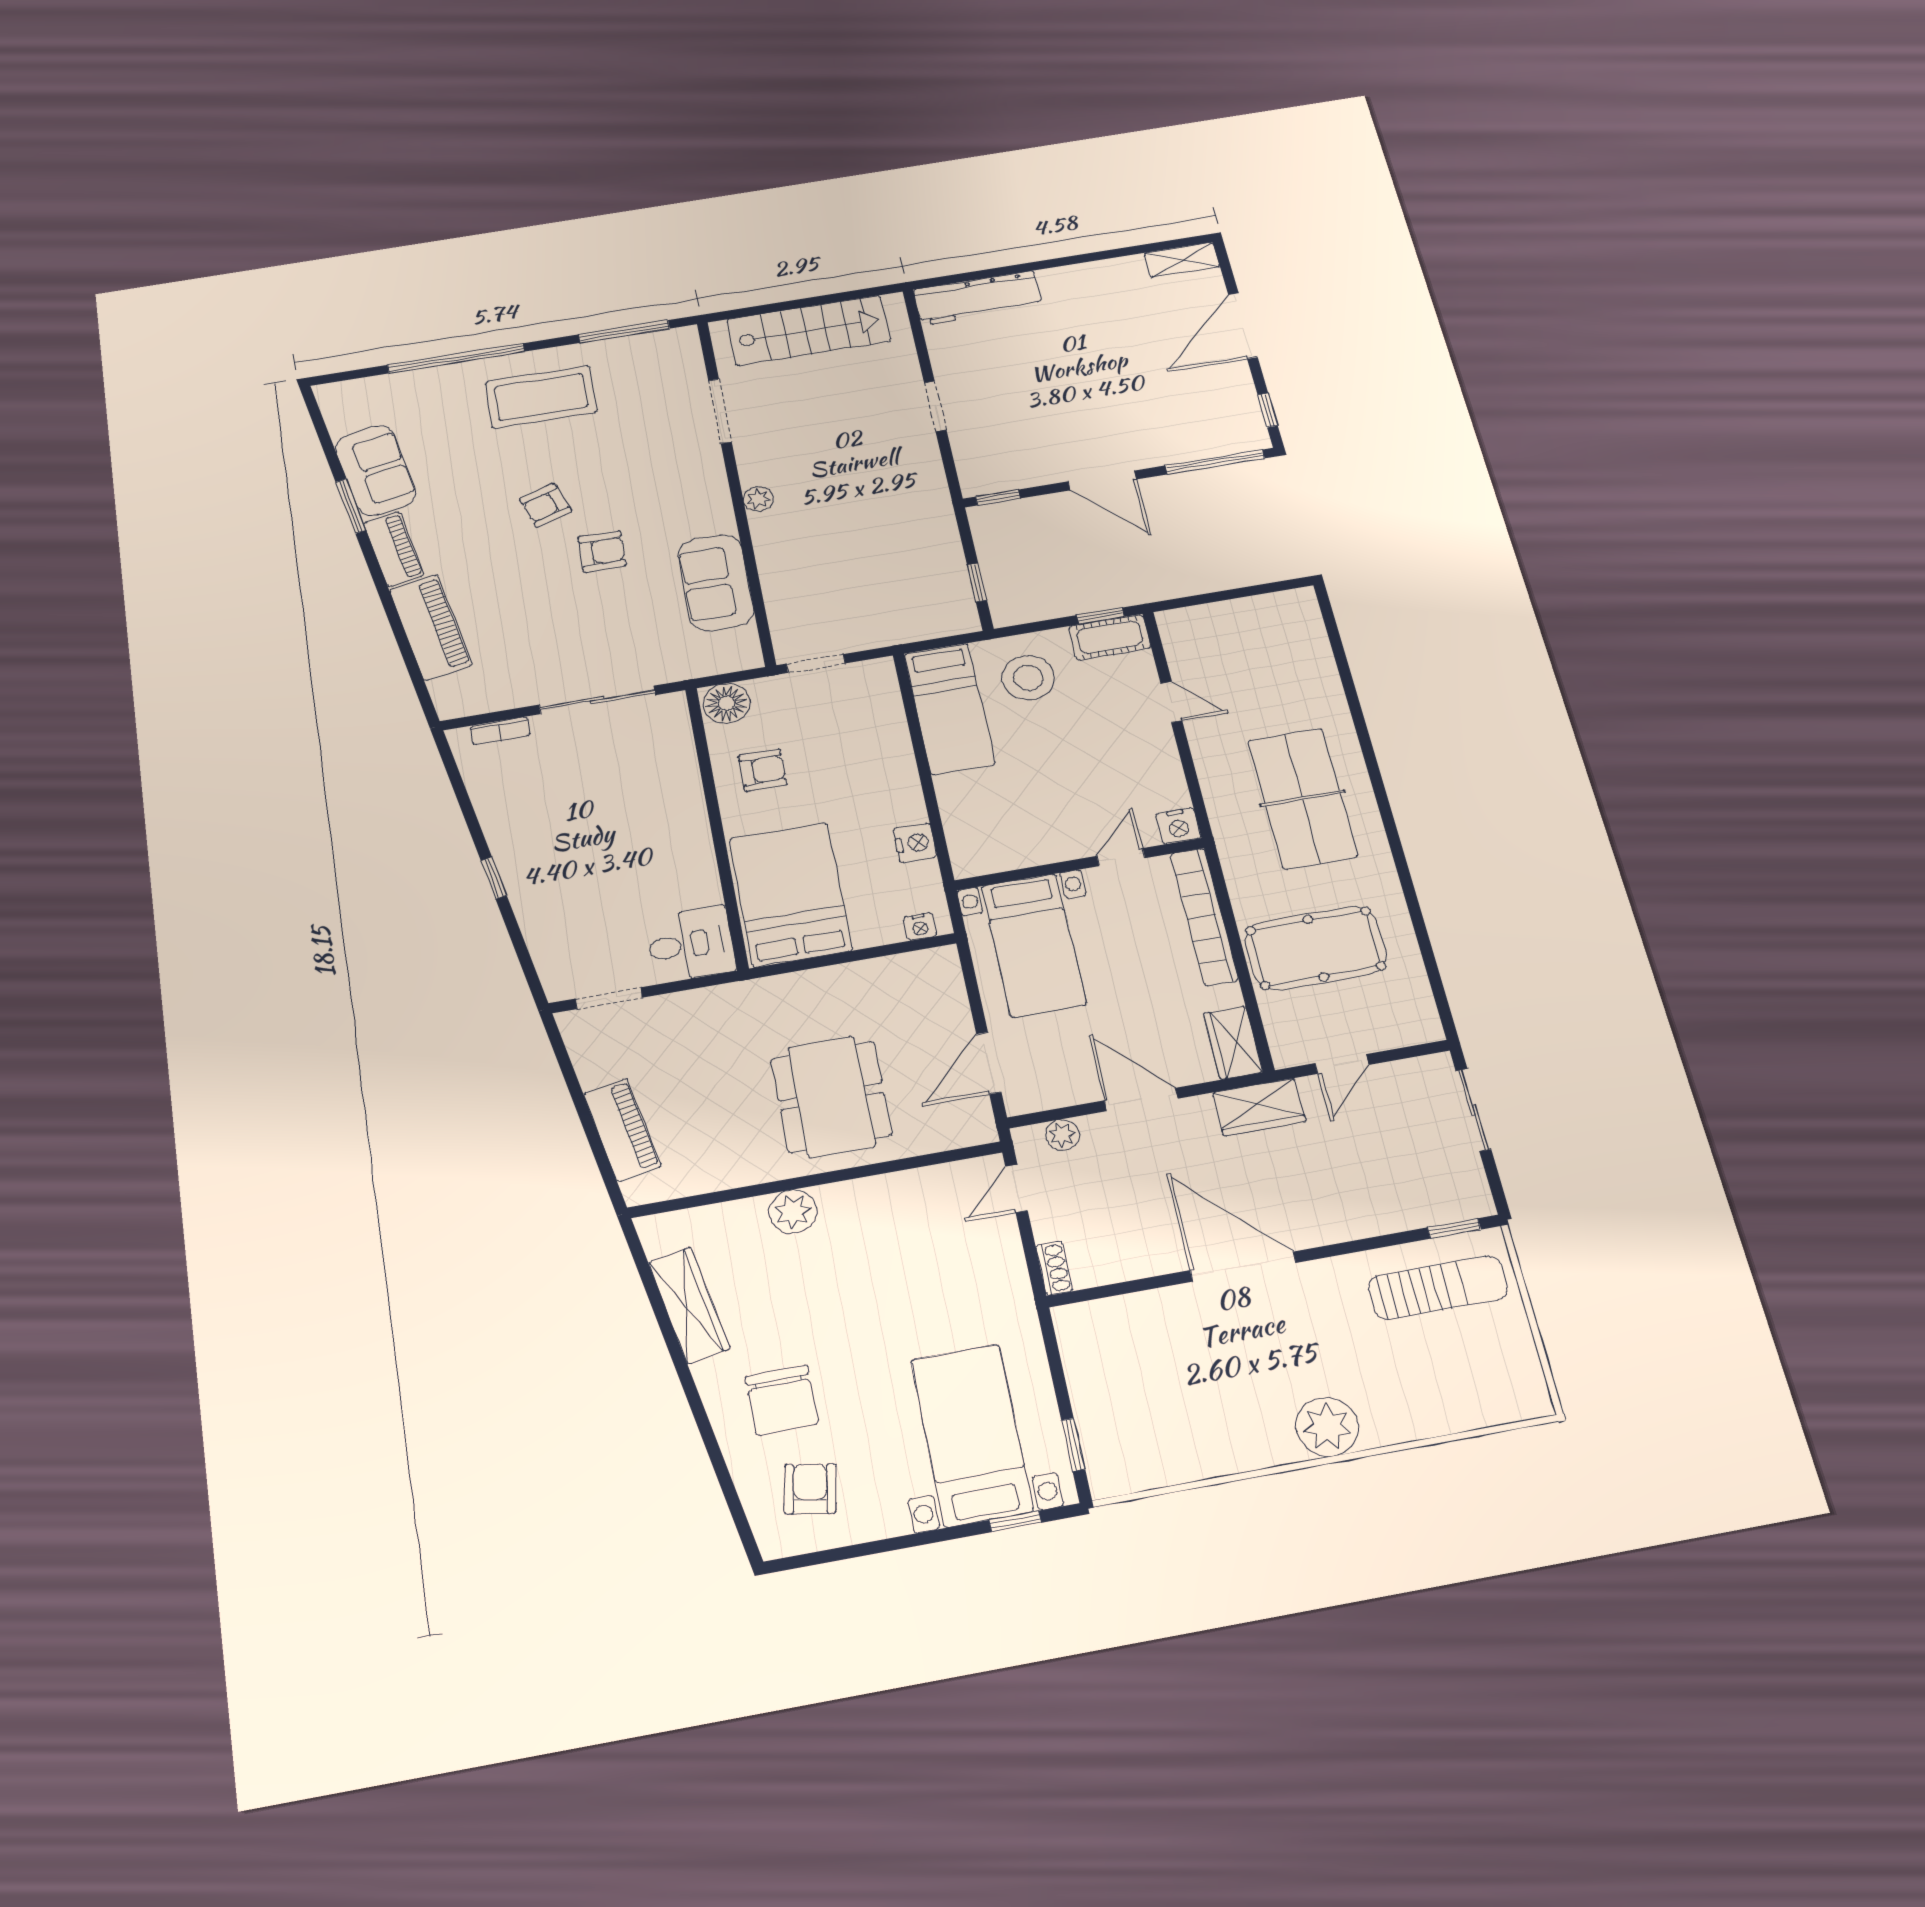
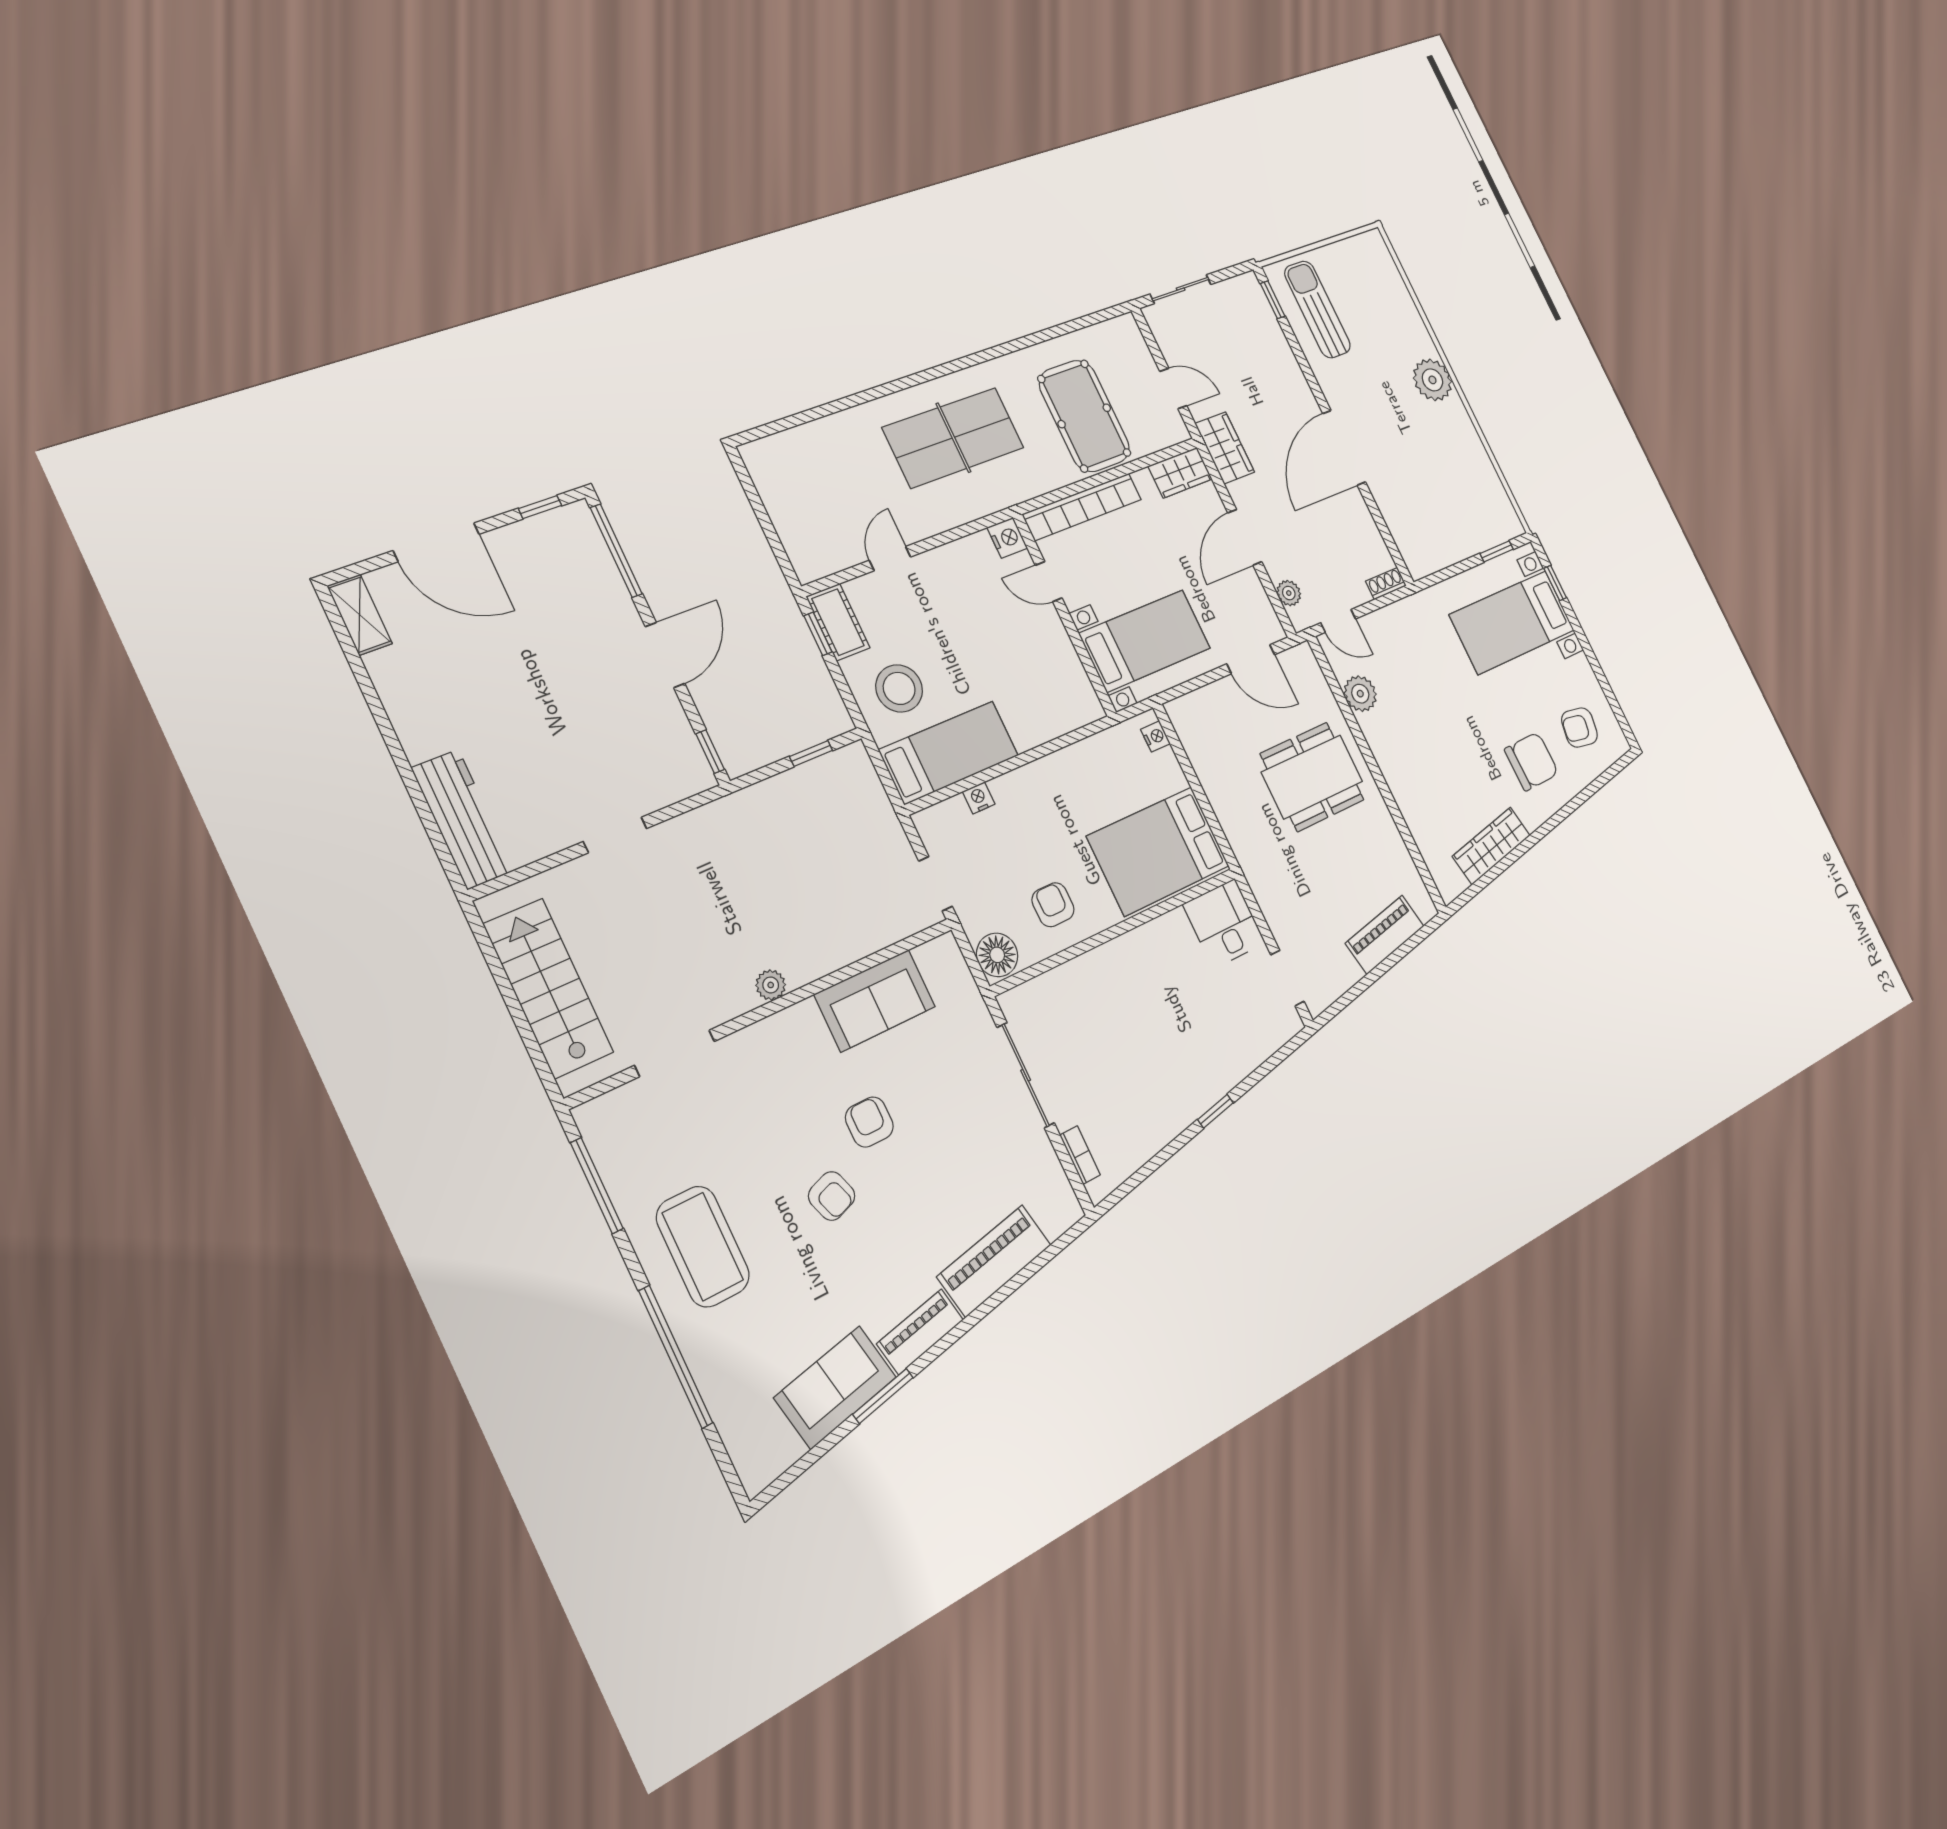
nightstand: (915, 843) -> (979, 798), moved, width x0.72, depth x0.74
plant: (793, 1212) -> (1360, 694), moved

